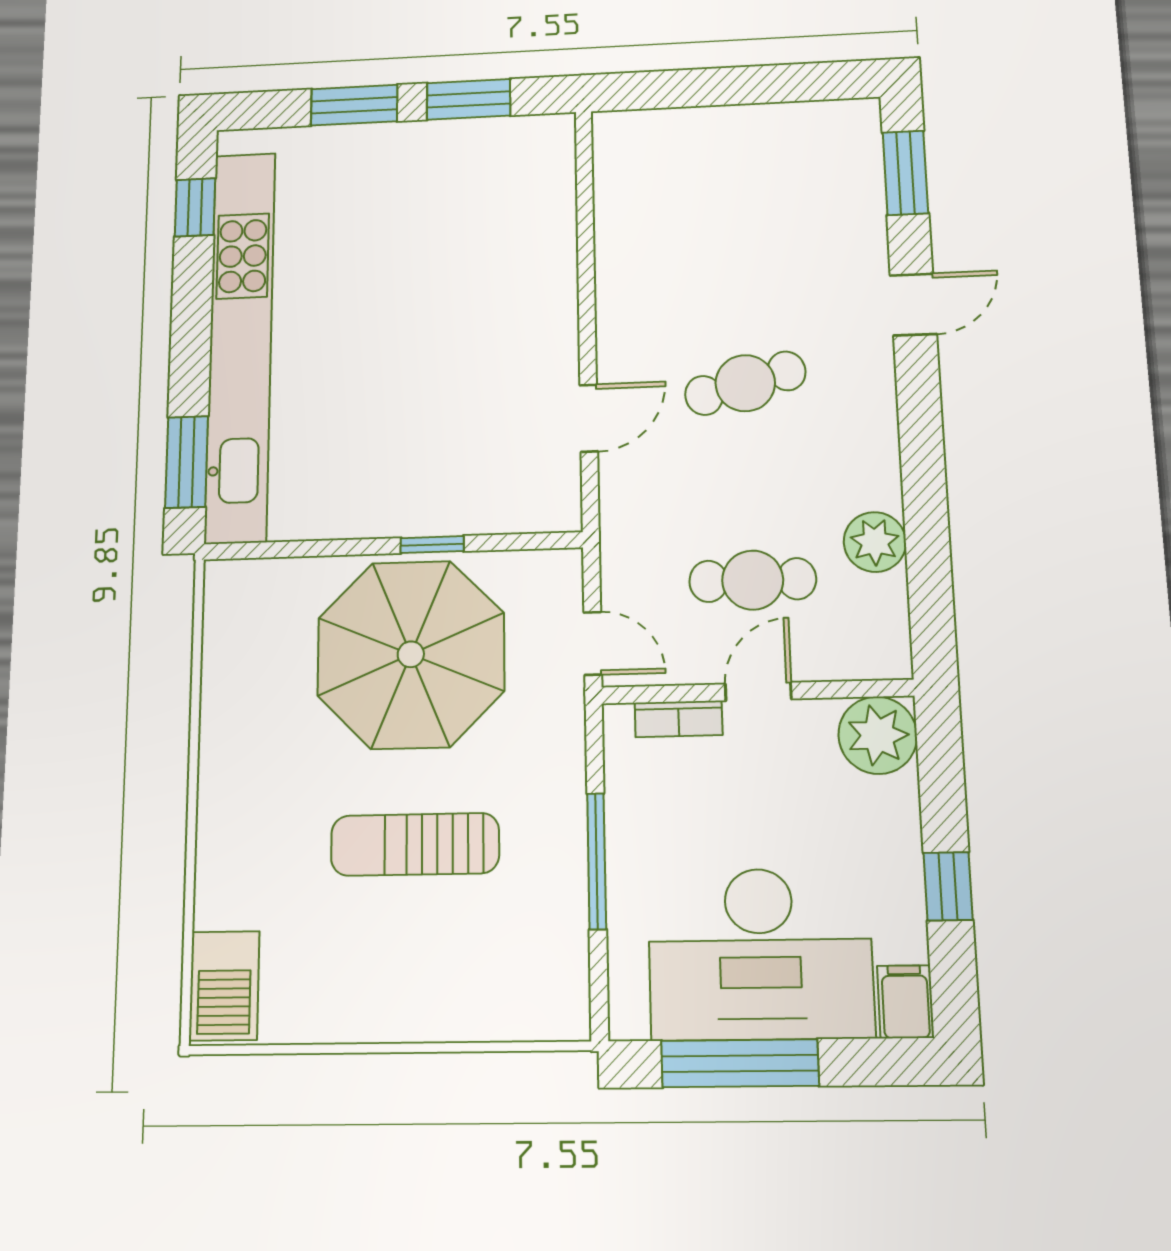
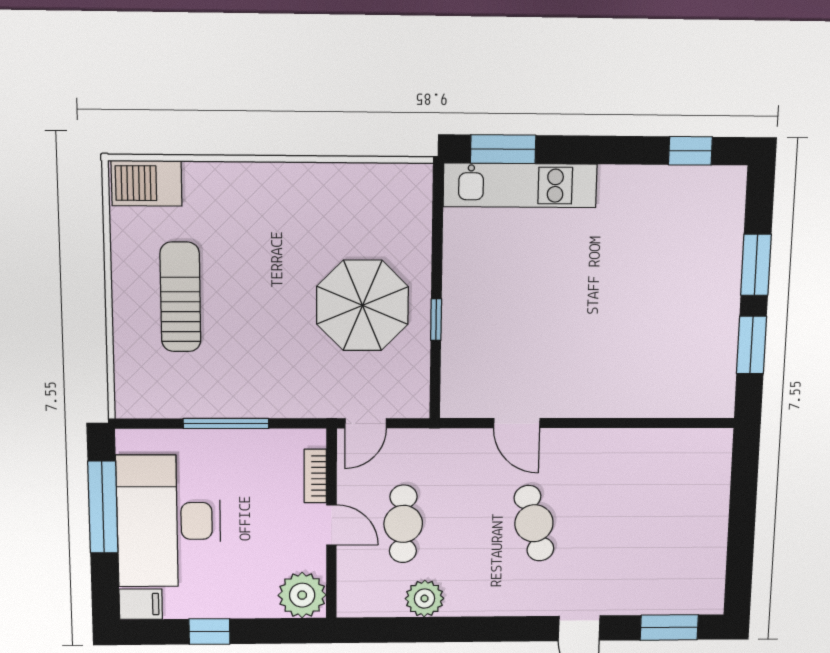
kitchen unit: (240, 344) -> (520, 185), width x0.54
parasol: (411, 654) -> (363, 305), width x0.73, depth x0.73
sun lounger: (415, 844) -> (180, 297), moved

